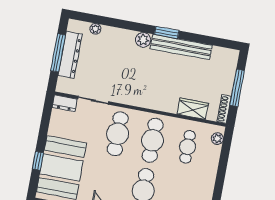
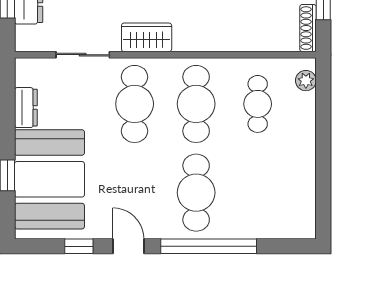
dresser: (65, 103) -> (26, 108), moved, turned -90
wardrobe: (193, 109) -> (147, 37), moved

